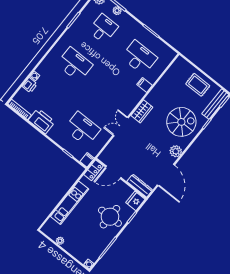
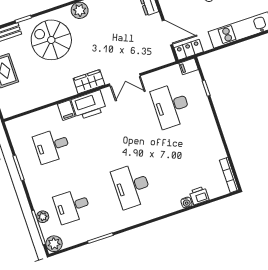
desk: (139, 58) -> (52, 146), width x0.73
printer: (42, 121) -> (89, 105), moved, turned -90

